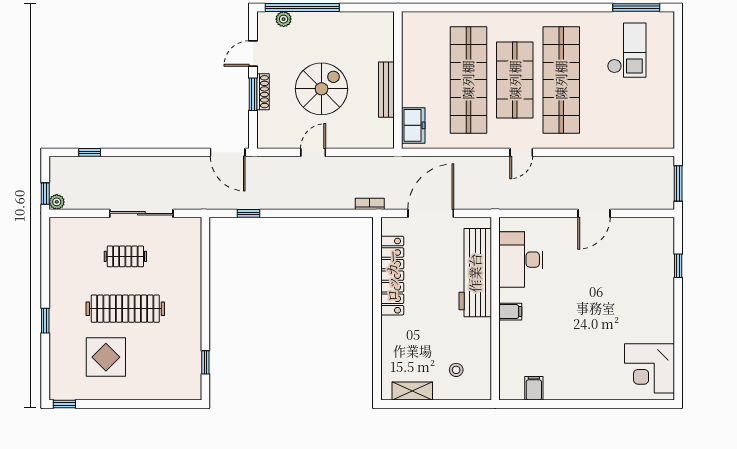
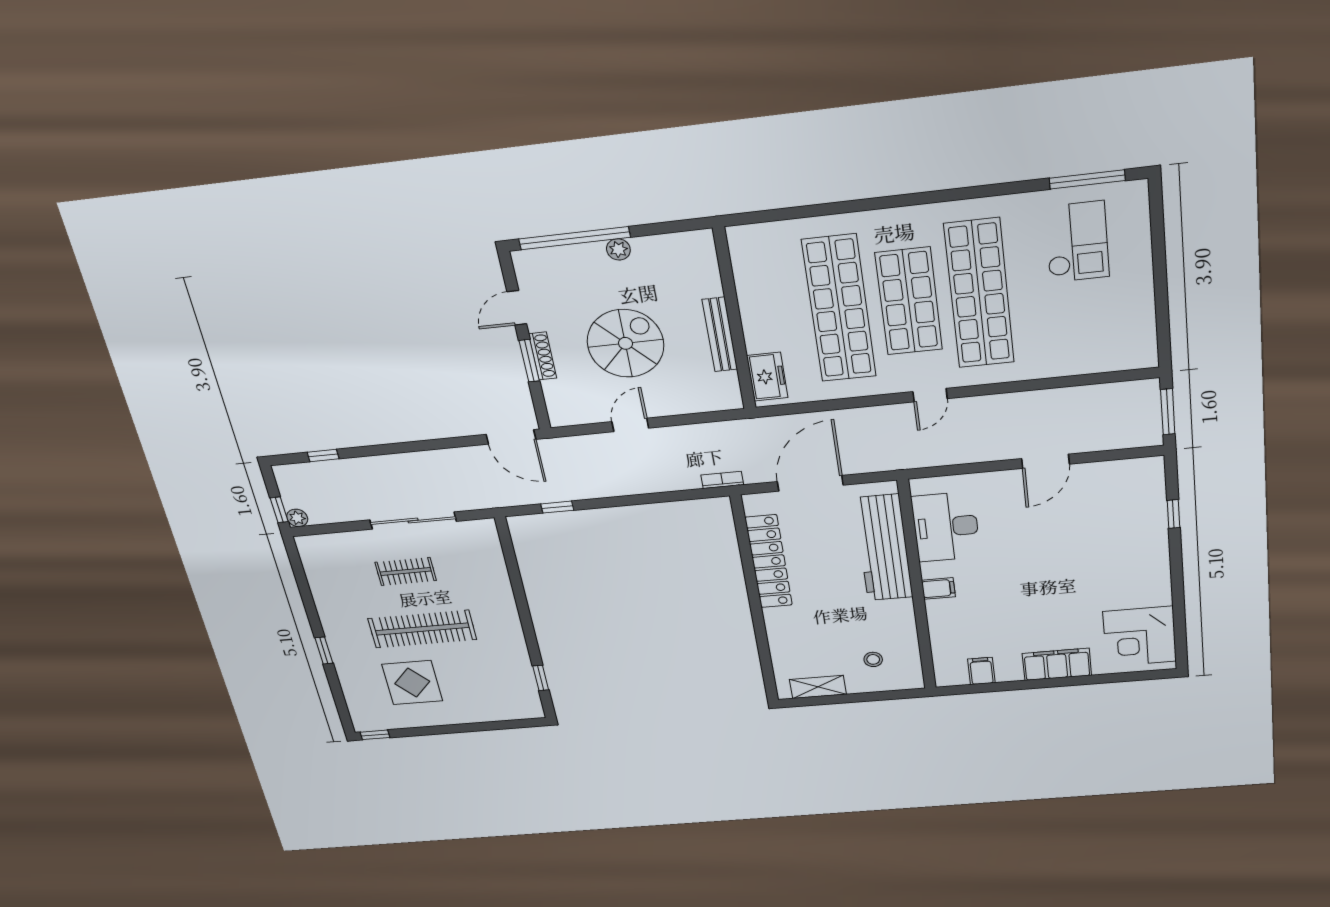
plant: (284, 19) -> (618, 249), moved
filing cabinet: (589, 388) -> (1057, 664), added

